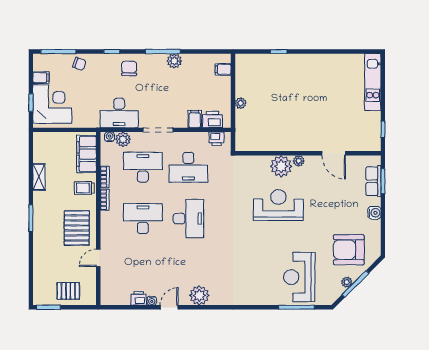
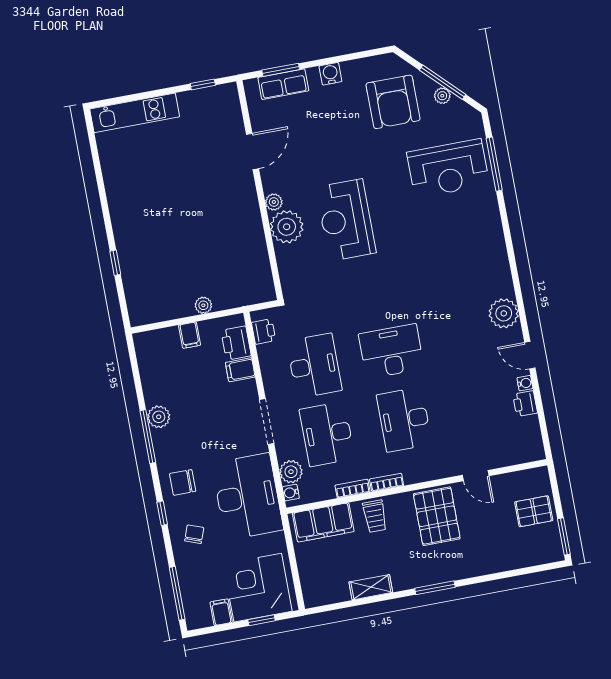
chair: (79, 64) -> (194, 534), moved
filing cabinet: (223, 69) -> (190, 335), moved
desk: (119, 113) -> (247, 497), width x1.36, depth x1.30
pallet: (77, 228) -> (437, 516), turned 90
pallet: (68, 291) -> (534, 511), turned 90

